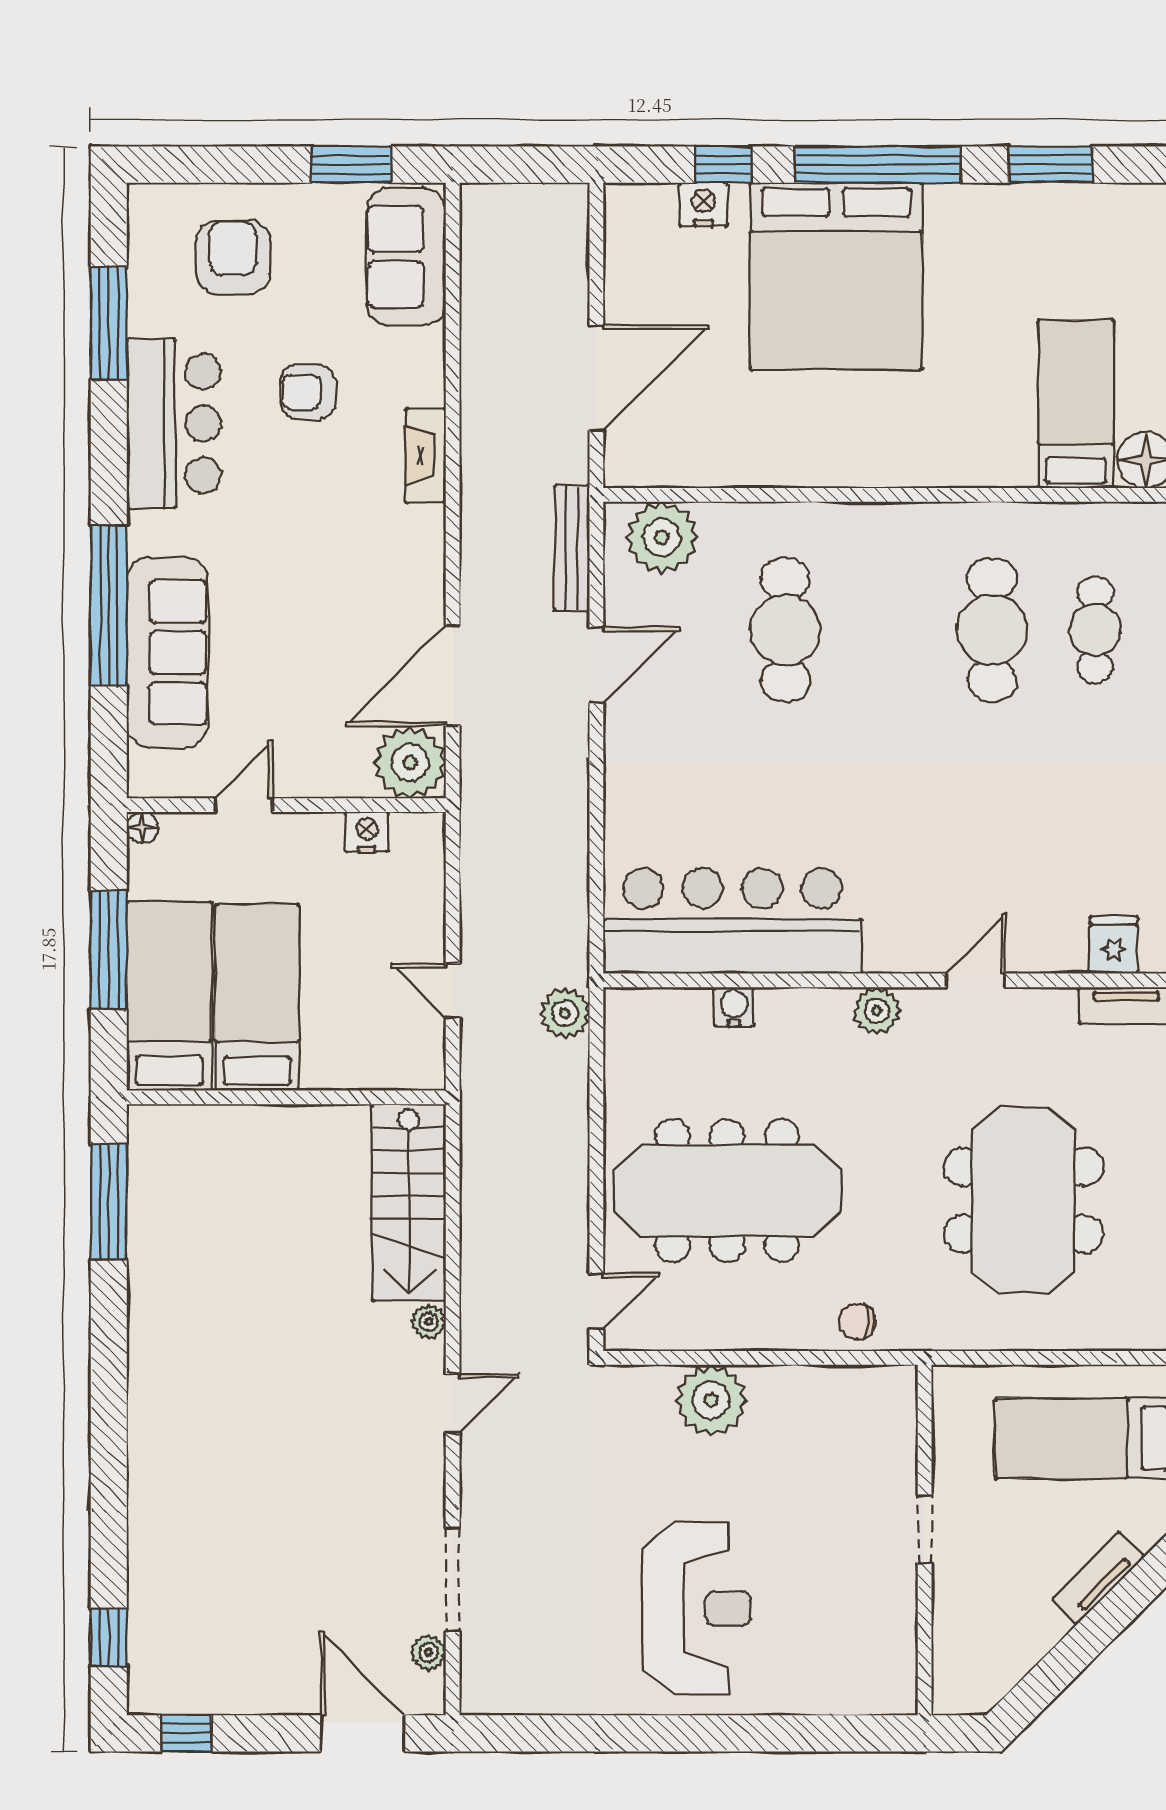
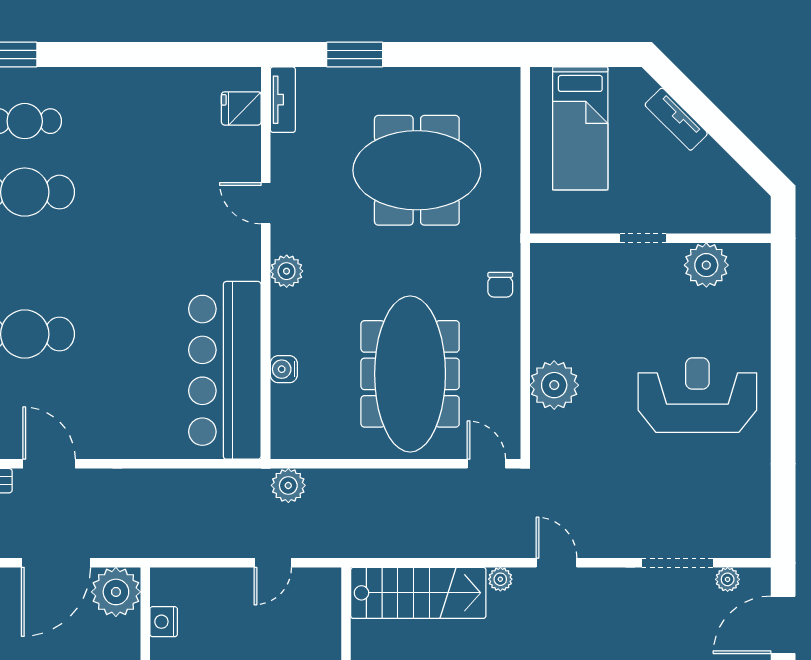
door: (453, 675) -> (56, 563), hinge flipped
plant: (886, 1621) -> (706, 265), added

